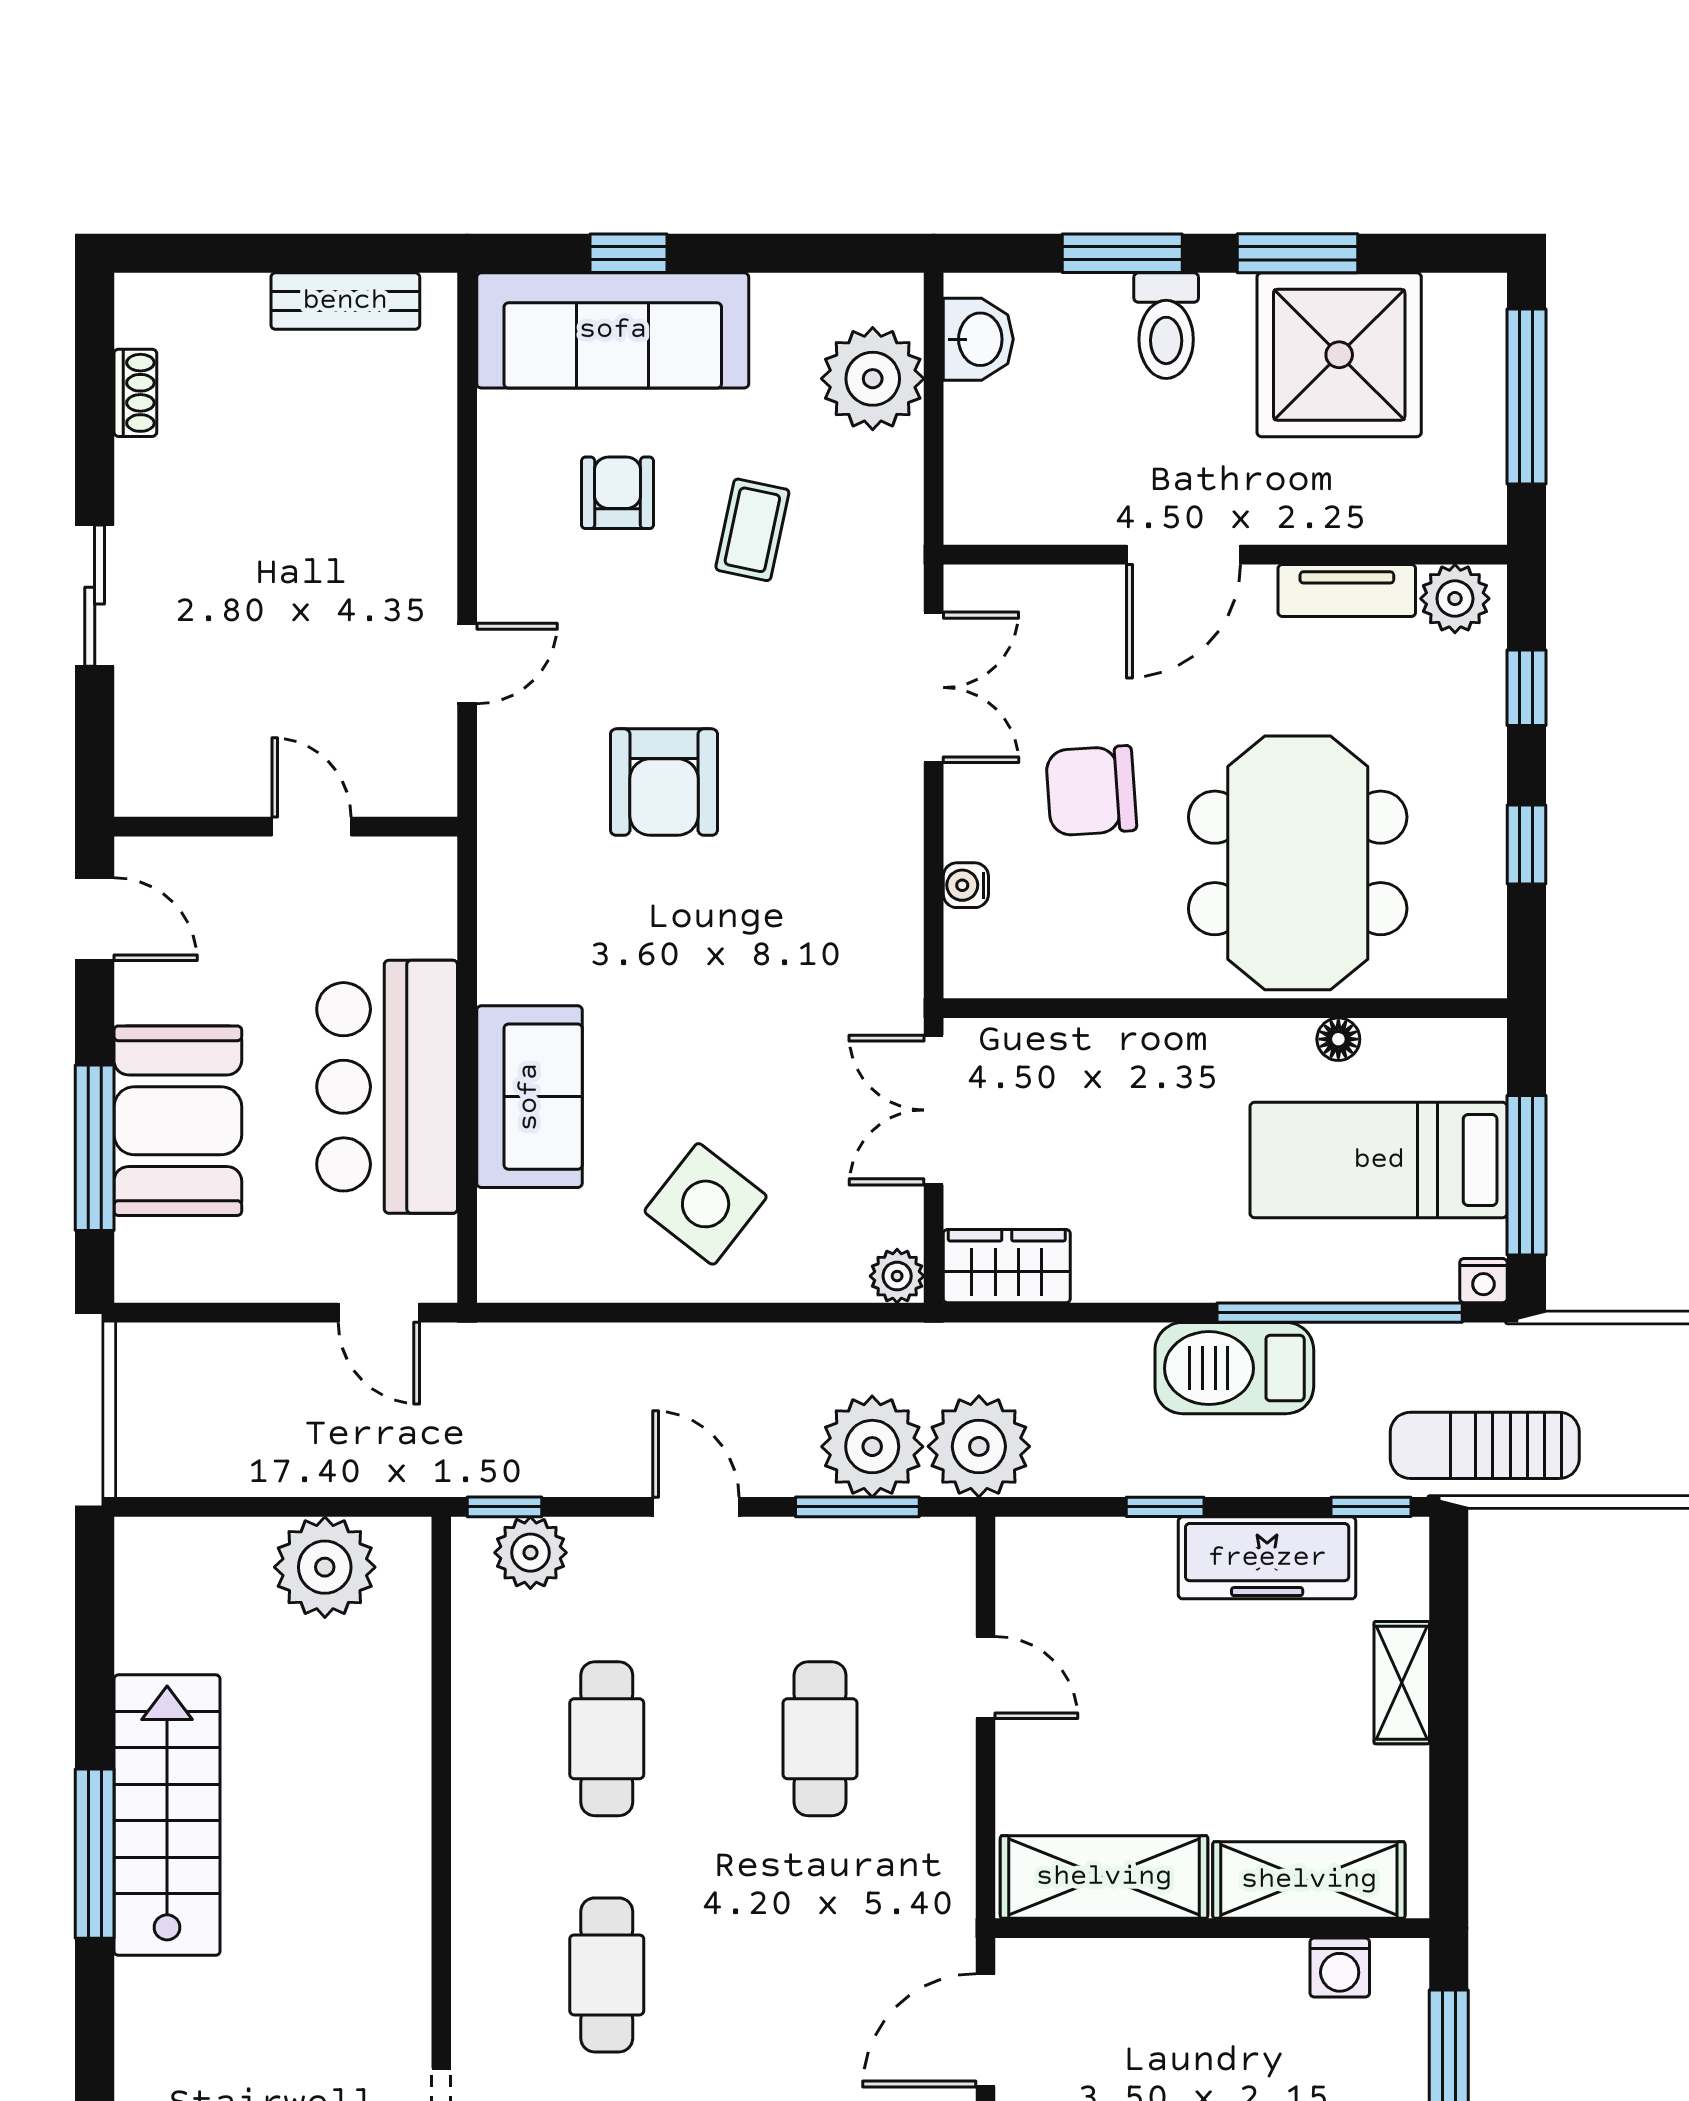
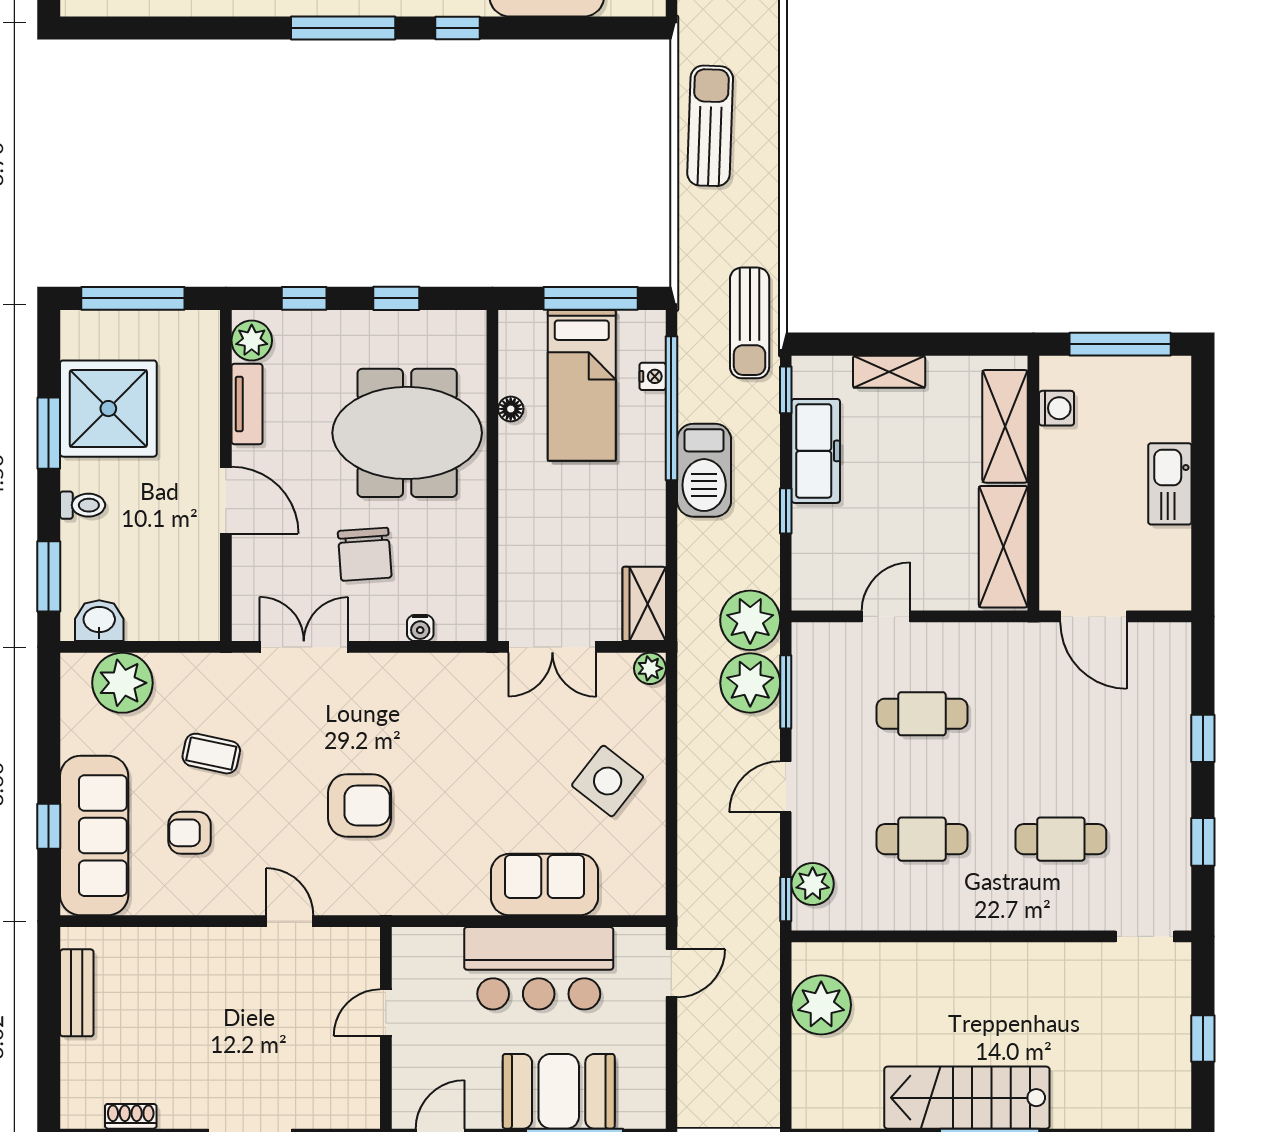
window: (1122, 253) -> (49, 576), moved
toilet: (1166, 326) -> (83, 505), width x0.73, depth x0.72
nightstand: (1483, 1281) -> (653, 376), moved

